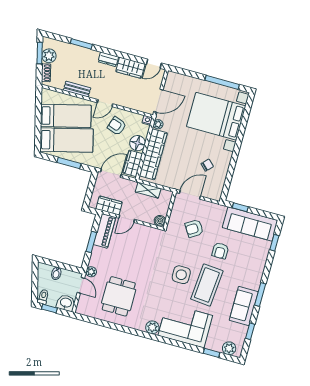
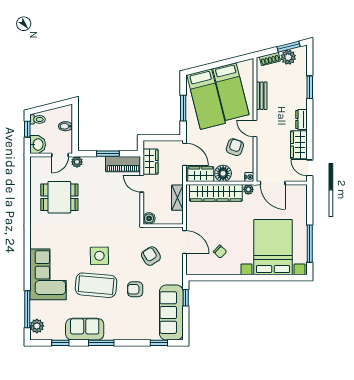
plant: (152, 327) -> (37, 241), removed
window: (212, 353) -> (27, 309), width x2.17

